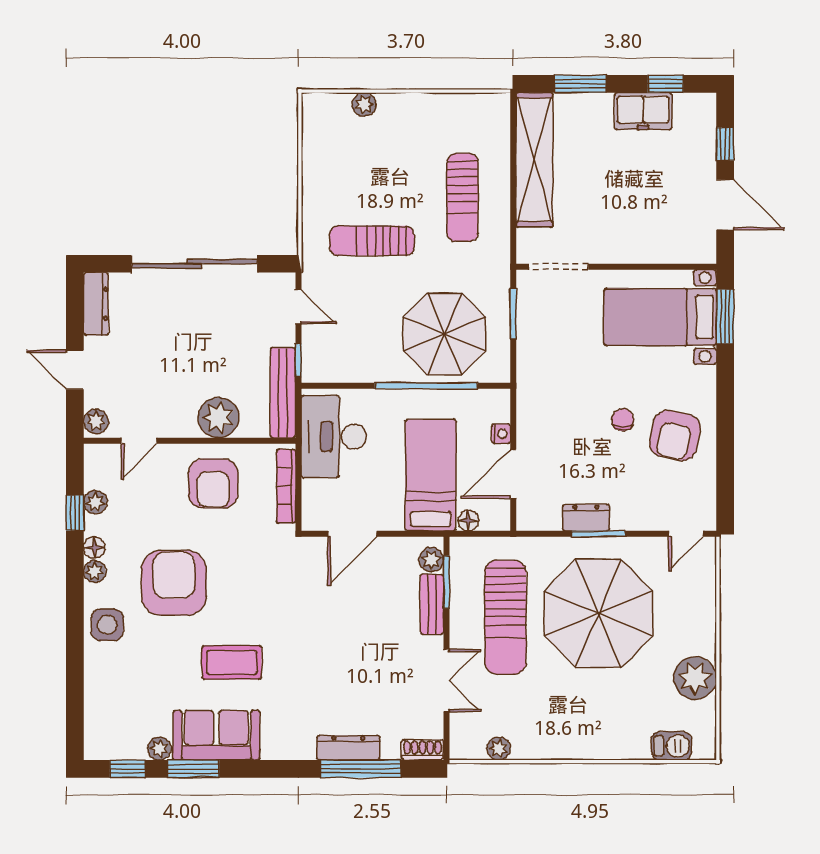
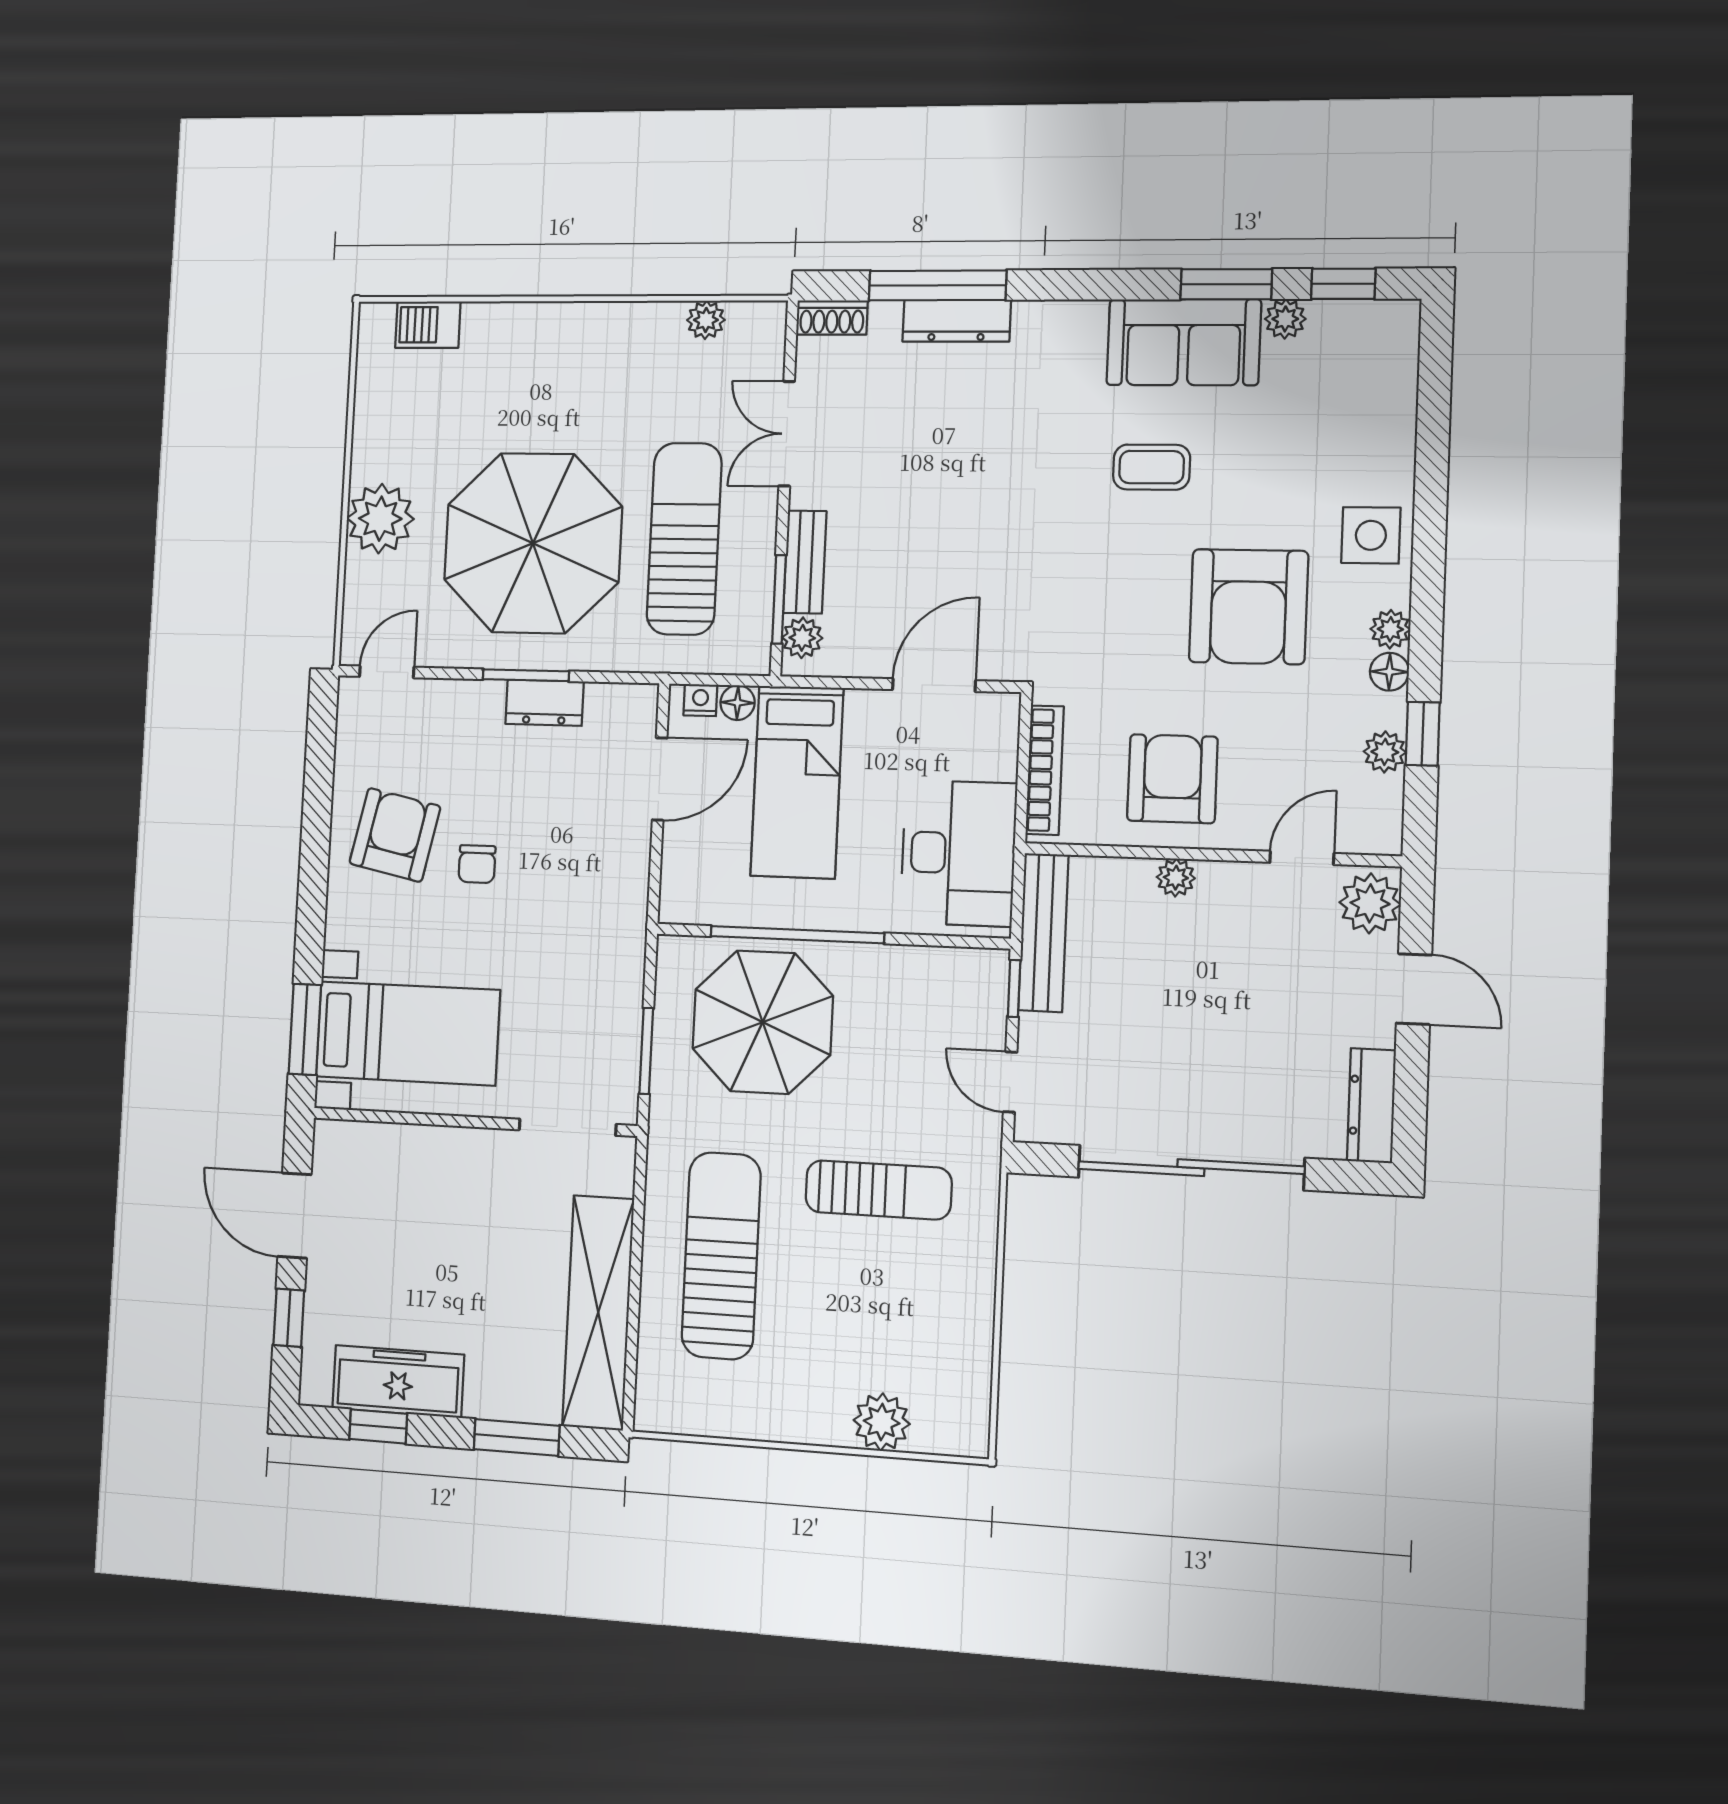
plant: (364, 104) -> (882, 1422), width x1.38, depth x1.38
freezer: (643, 111) -> (398, 1381), width x1.40
sun lounger: (462, 197) -> (721, 1256), width x1.36, depth x1.34
plant: (218, 418) -> (1176, 878), width x0.53, depth x0.53
plant: (96, 421) -> (1370, 903), width x1.38, depth x1.38
nightstand: (501, 434) -> (700, 700), moved, turned 90
coffee table: (232, 662) -> (1152, 467), width x0.73, depth x0.77
plant: (695, 678) -> (380, 519), moved

